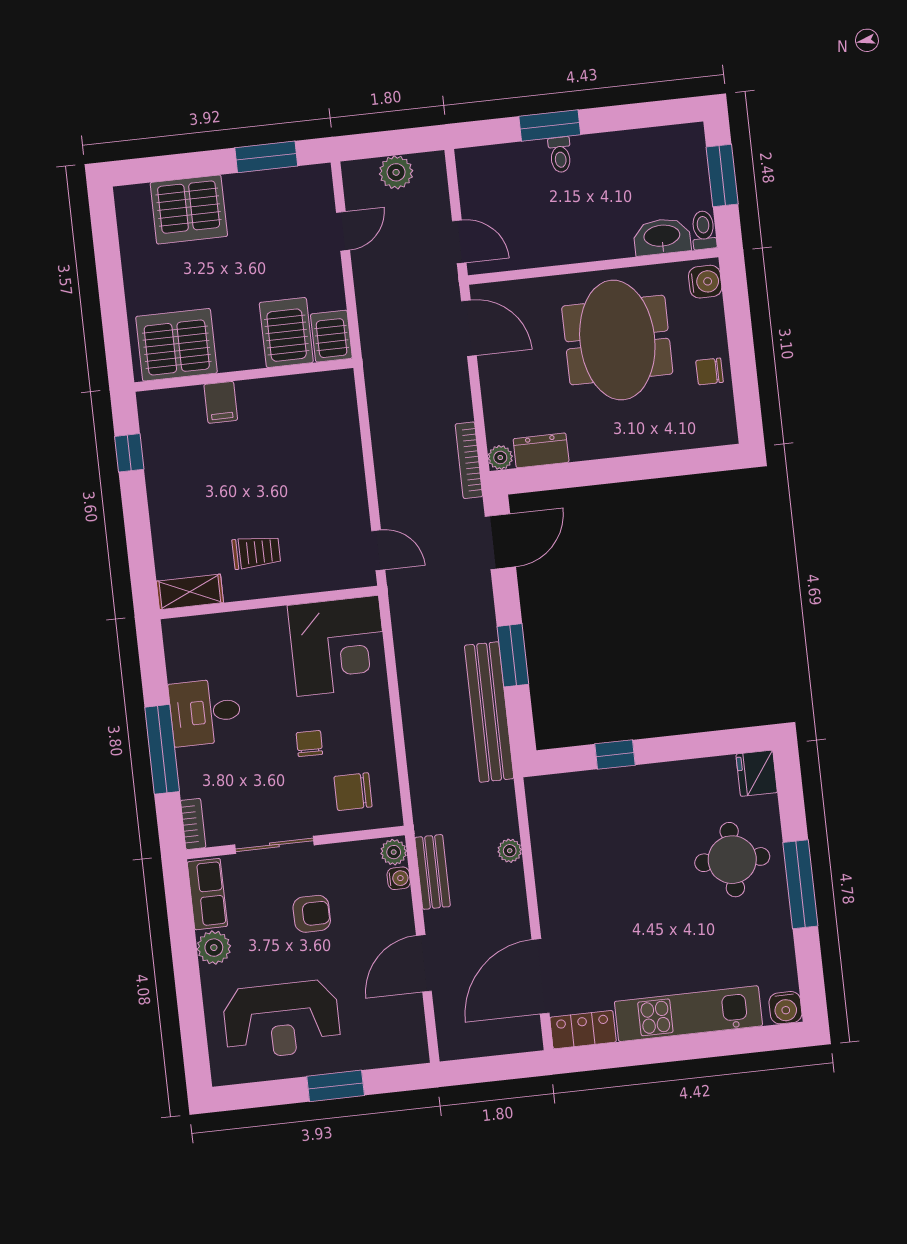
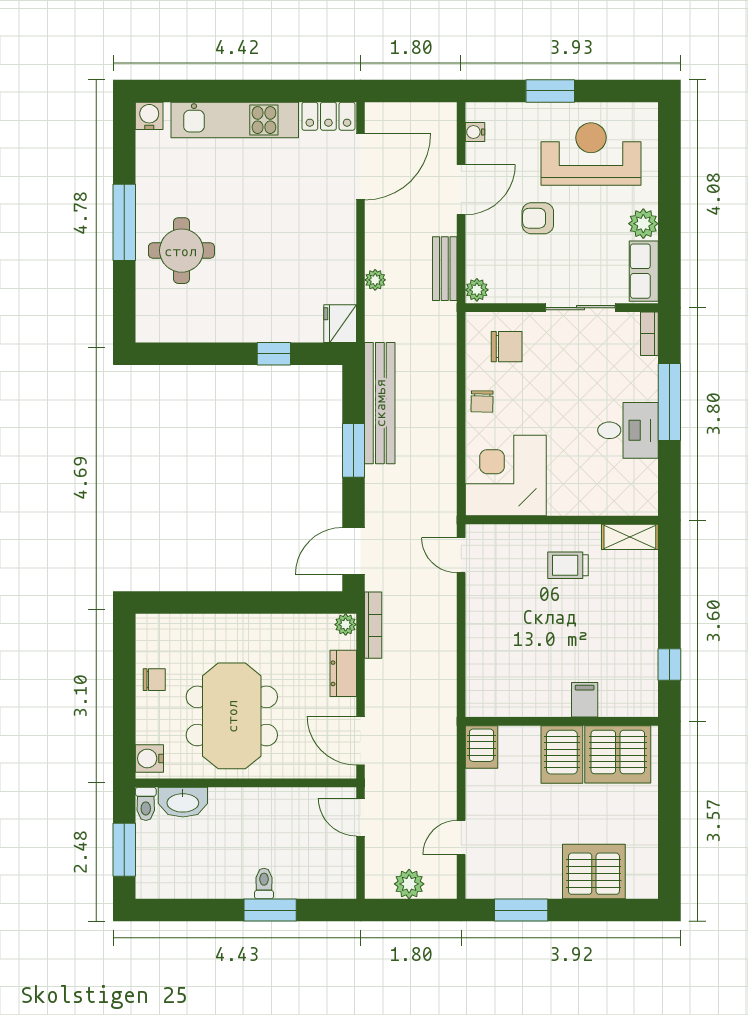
server rack: (286, 332) -> (562, 754), moved
dresser: (541, 450) -> (343, 673), moved, turned 90
chair: (309, 743) -> (482, 401), moved
fridge: (757, 773) -> (340, 324), moved, turned 180
water cooler: (399, 878) -> (475, 132), moved
armchair: (312, 914) -> (538, 218), moved

